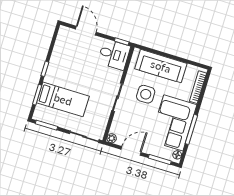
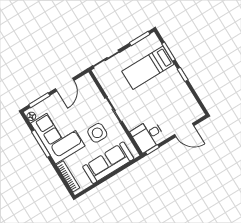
plant: (112, 138) -> (87, 78), removed

